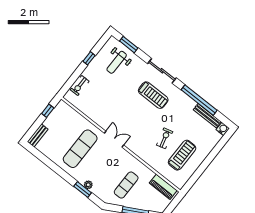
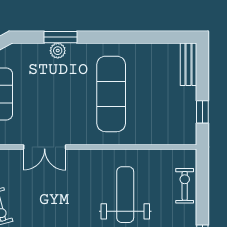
weight bench: (108, 102) -> (125, 195), added
double door: (114, 139) -> (45, 147), moved

